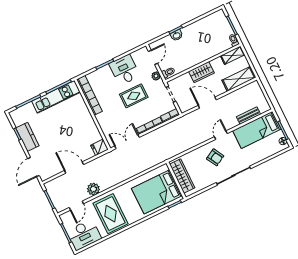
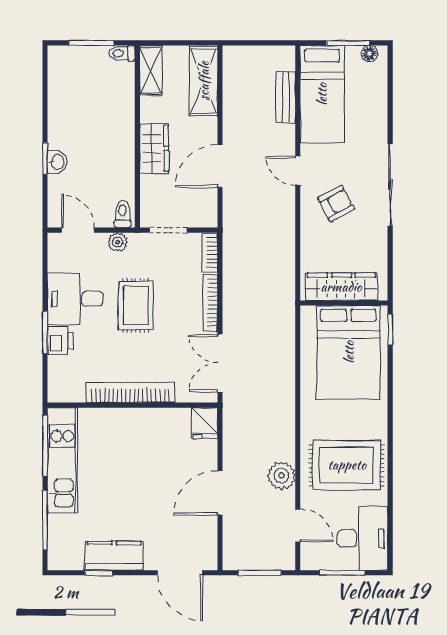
printer: (104, 72) -> (60, 341), added
bookcase: (90, 95) -> (130, 393), moved

